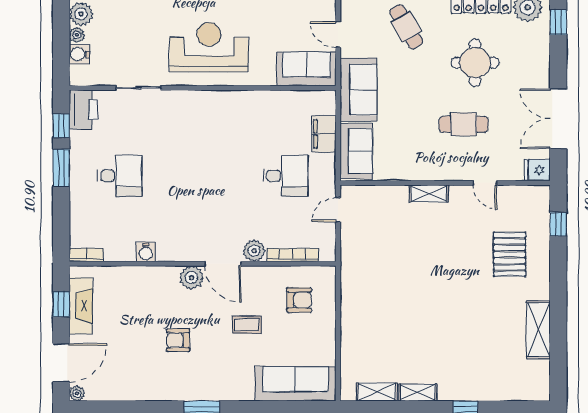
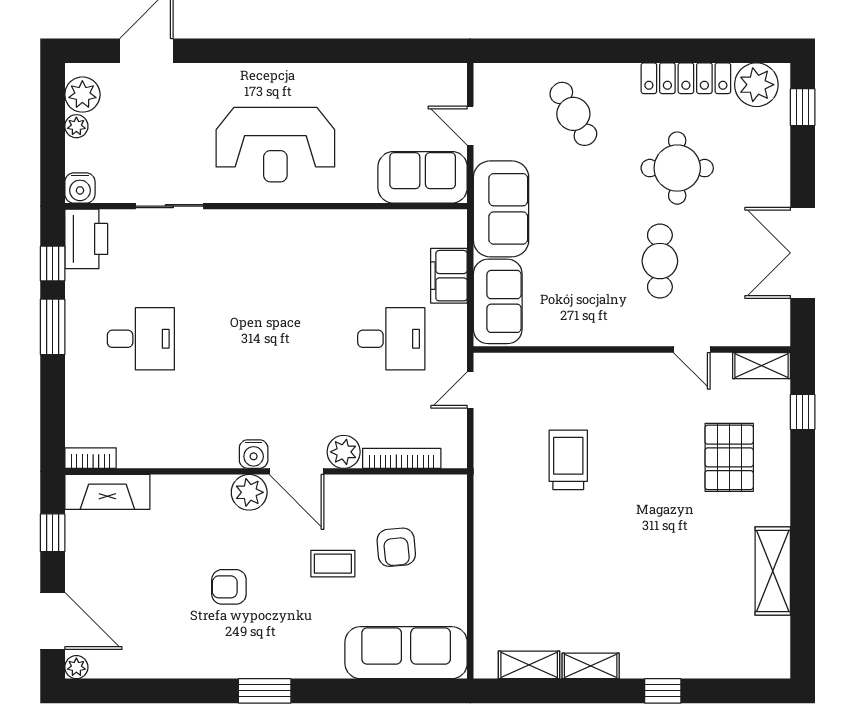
reception desk: (209, 47) -> (275, 145), turned 180
water cooler: (79, 54) -> (80, 188), moved, turned -90
cafe table: (464, 124) -> (660, 261), turned 90
fridge: (537, 170) -> (771, 330), removed
shelving: (429, 193) -> (761, 366), moved
water cooler: (146, 252) -> (254, 454), moved
trolley: (403, 256) -> (568, 460), added
armchair: (299, 300) -> (396, 547), moved, turned 85
fireplace: (81, 306) -> (107, 492), moved, turned 90
door: (61, 363) -> (53, 621), hinge flipped

